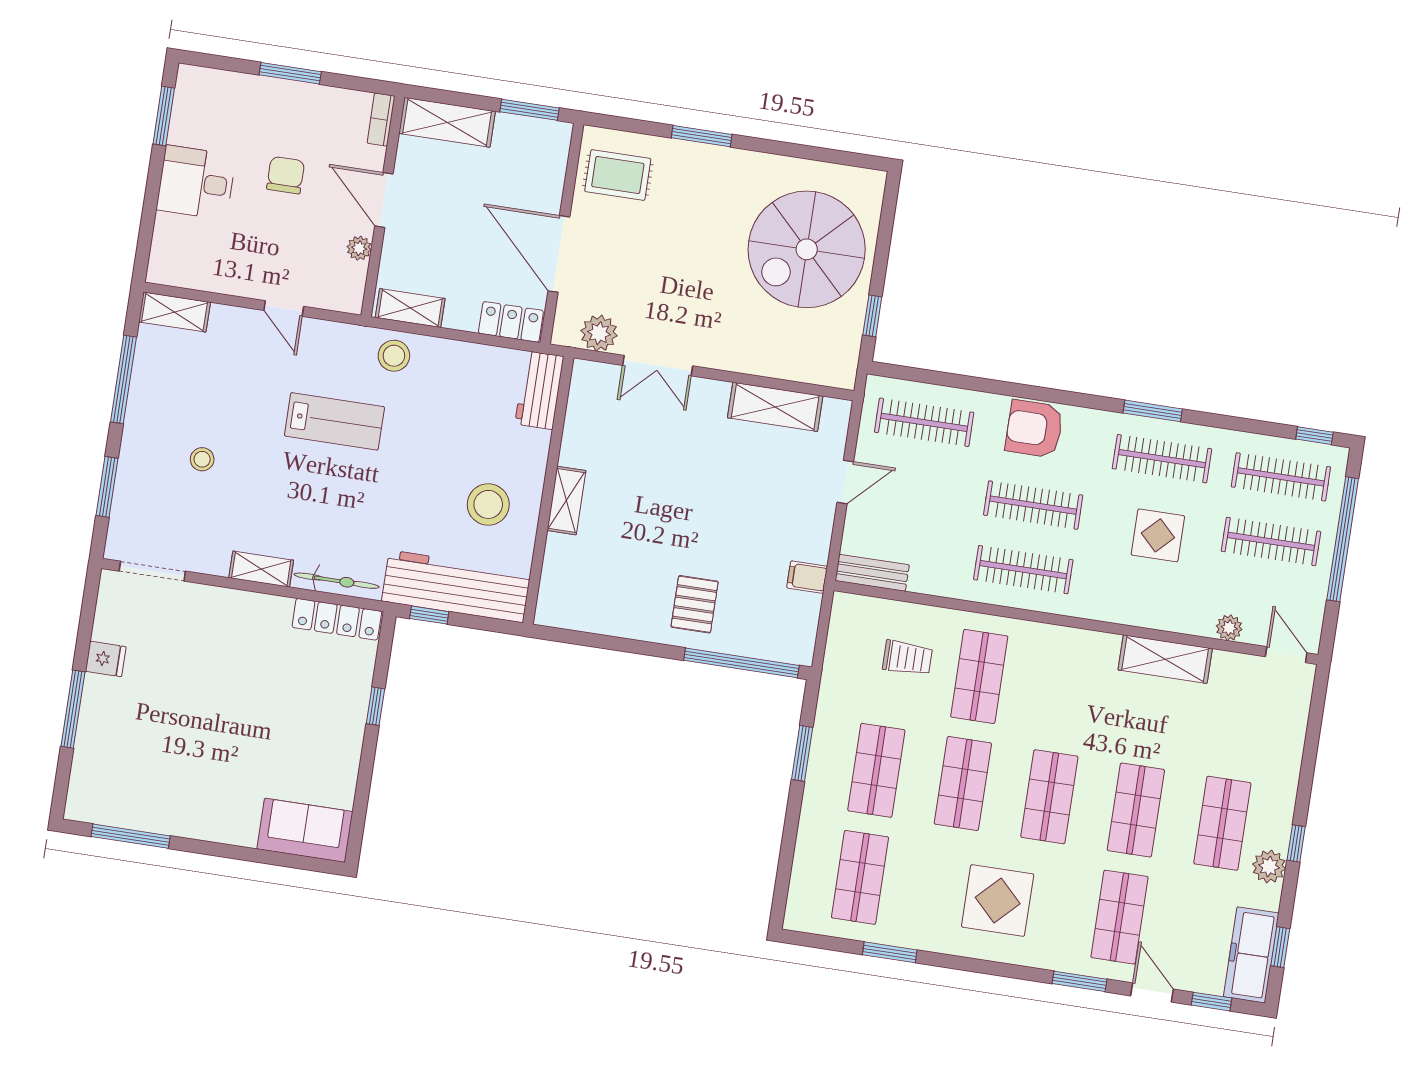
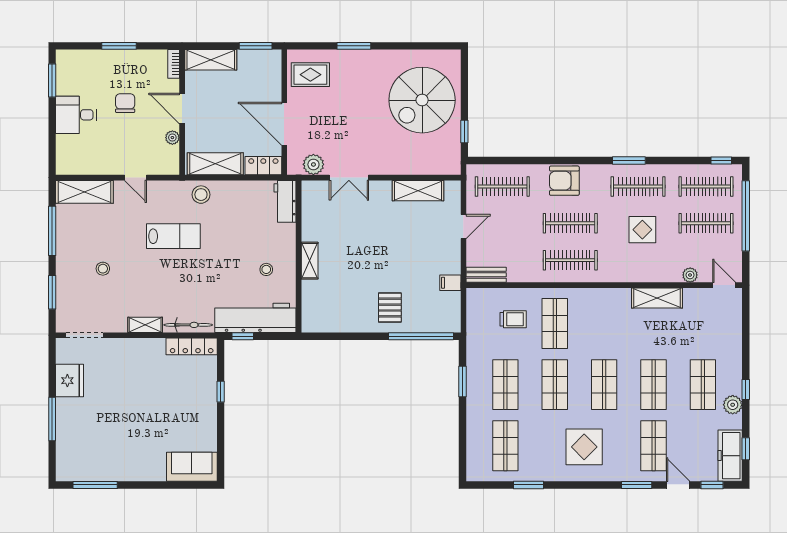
shelving: (410, 308) -> (215, 164), width x1.50, depth x1.33
shelving: (175, 312) -> (84, 192), width x1.50, depth x1.33
stool: (488, 504) -> (266, 269), width x0.53, depth x0.53
fridge: (106, 659) -> (70, 381), width x1.88, depth x1.34

